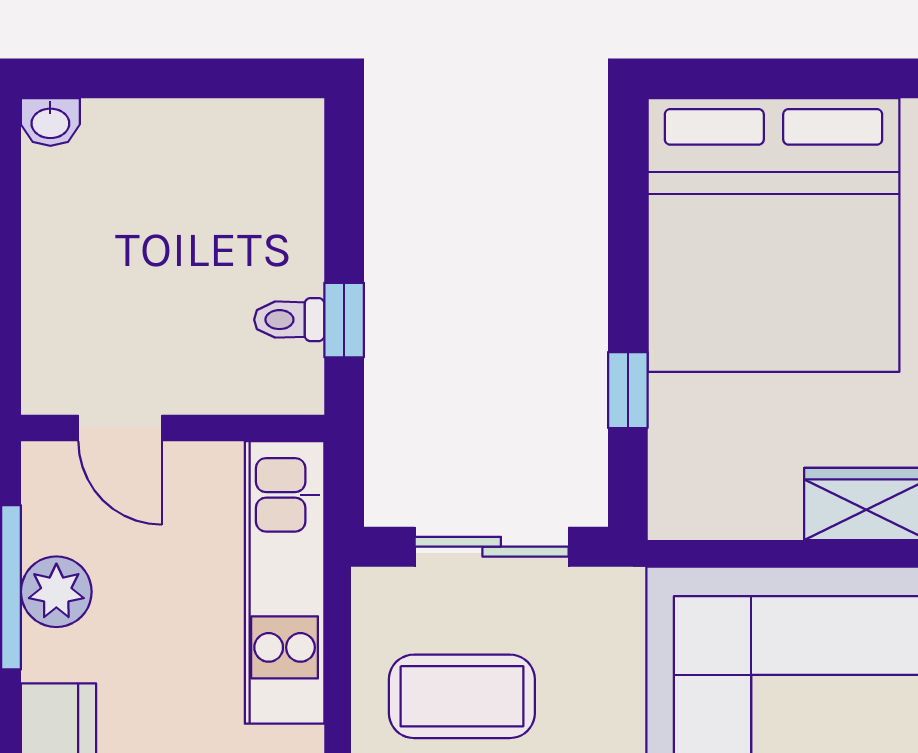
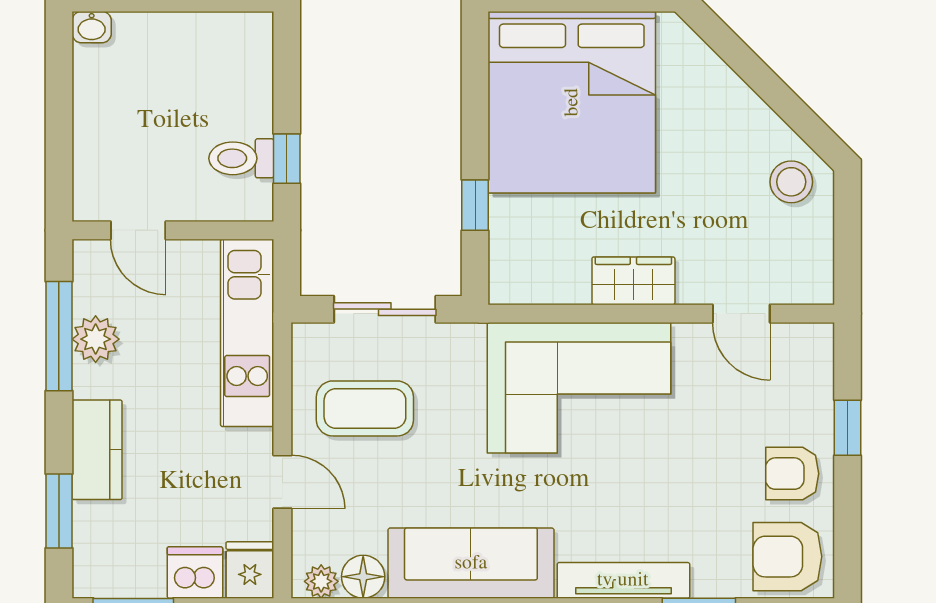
toilet: (289, 320) -> (241, 158), width x1.37, depth x1.39

